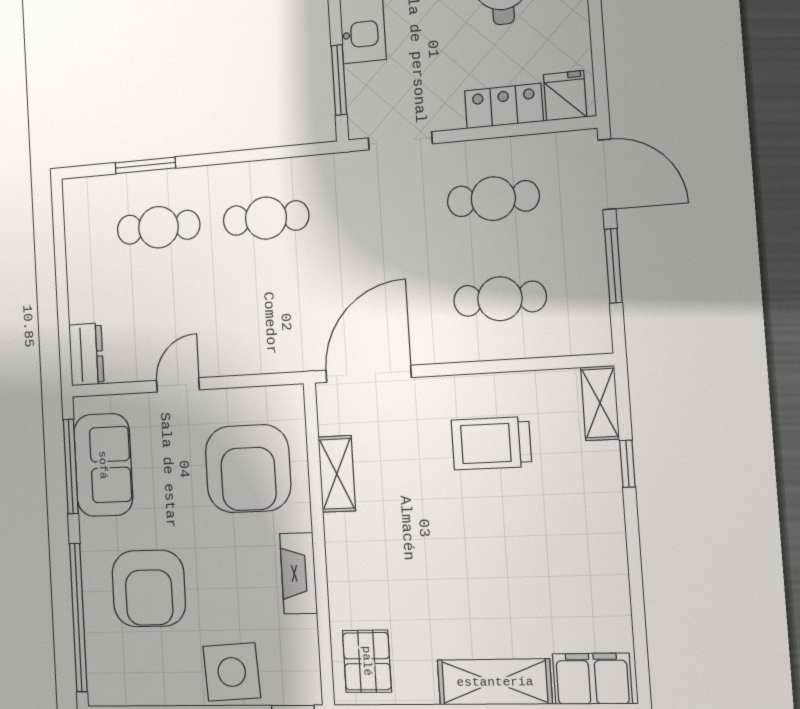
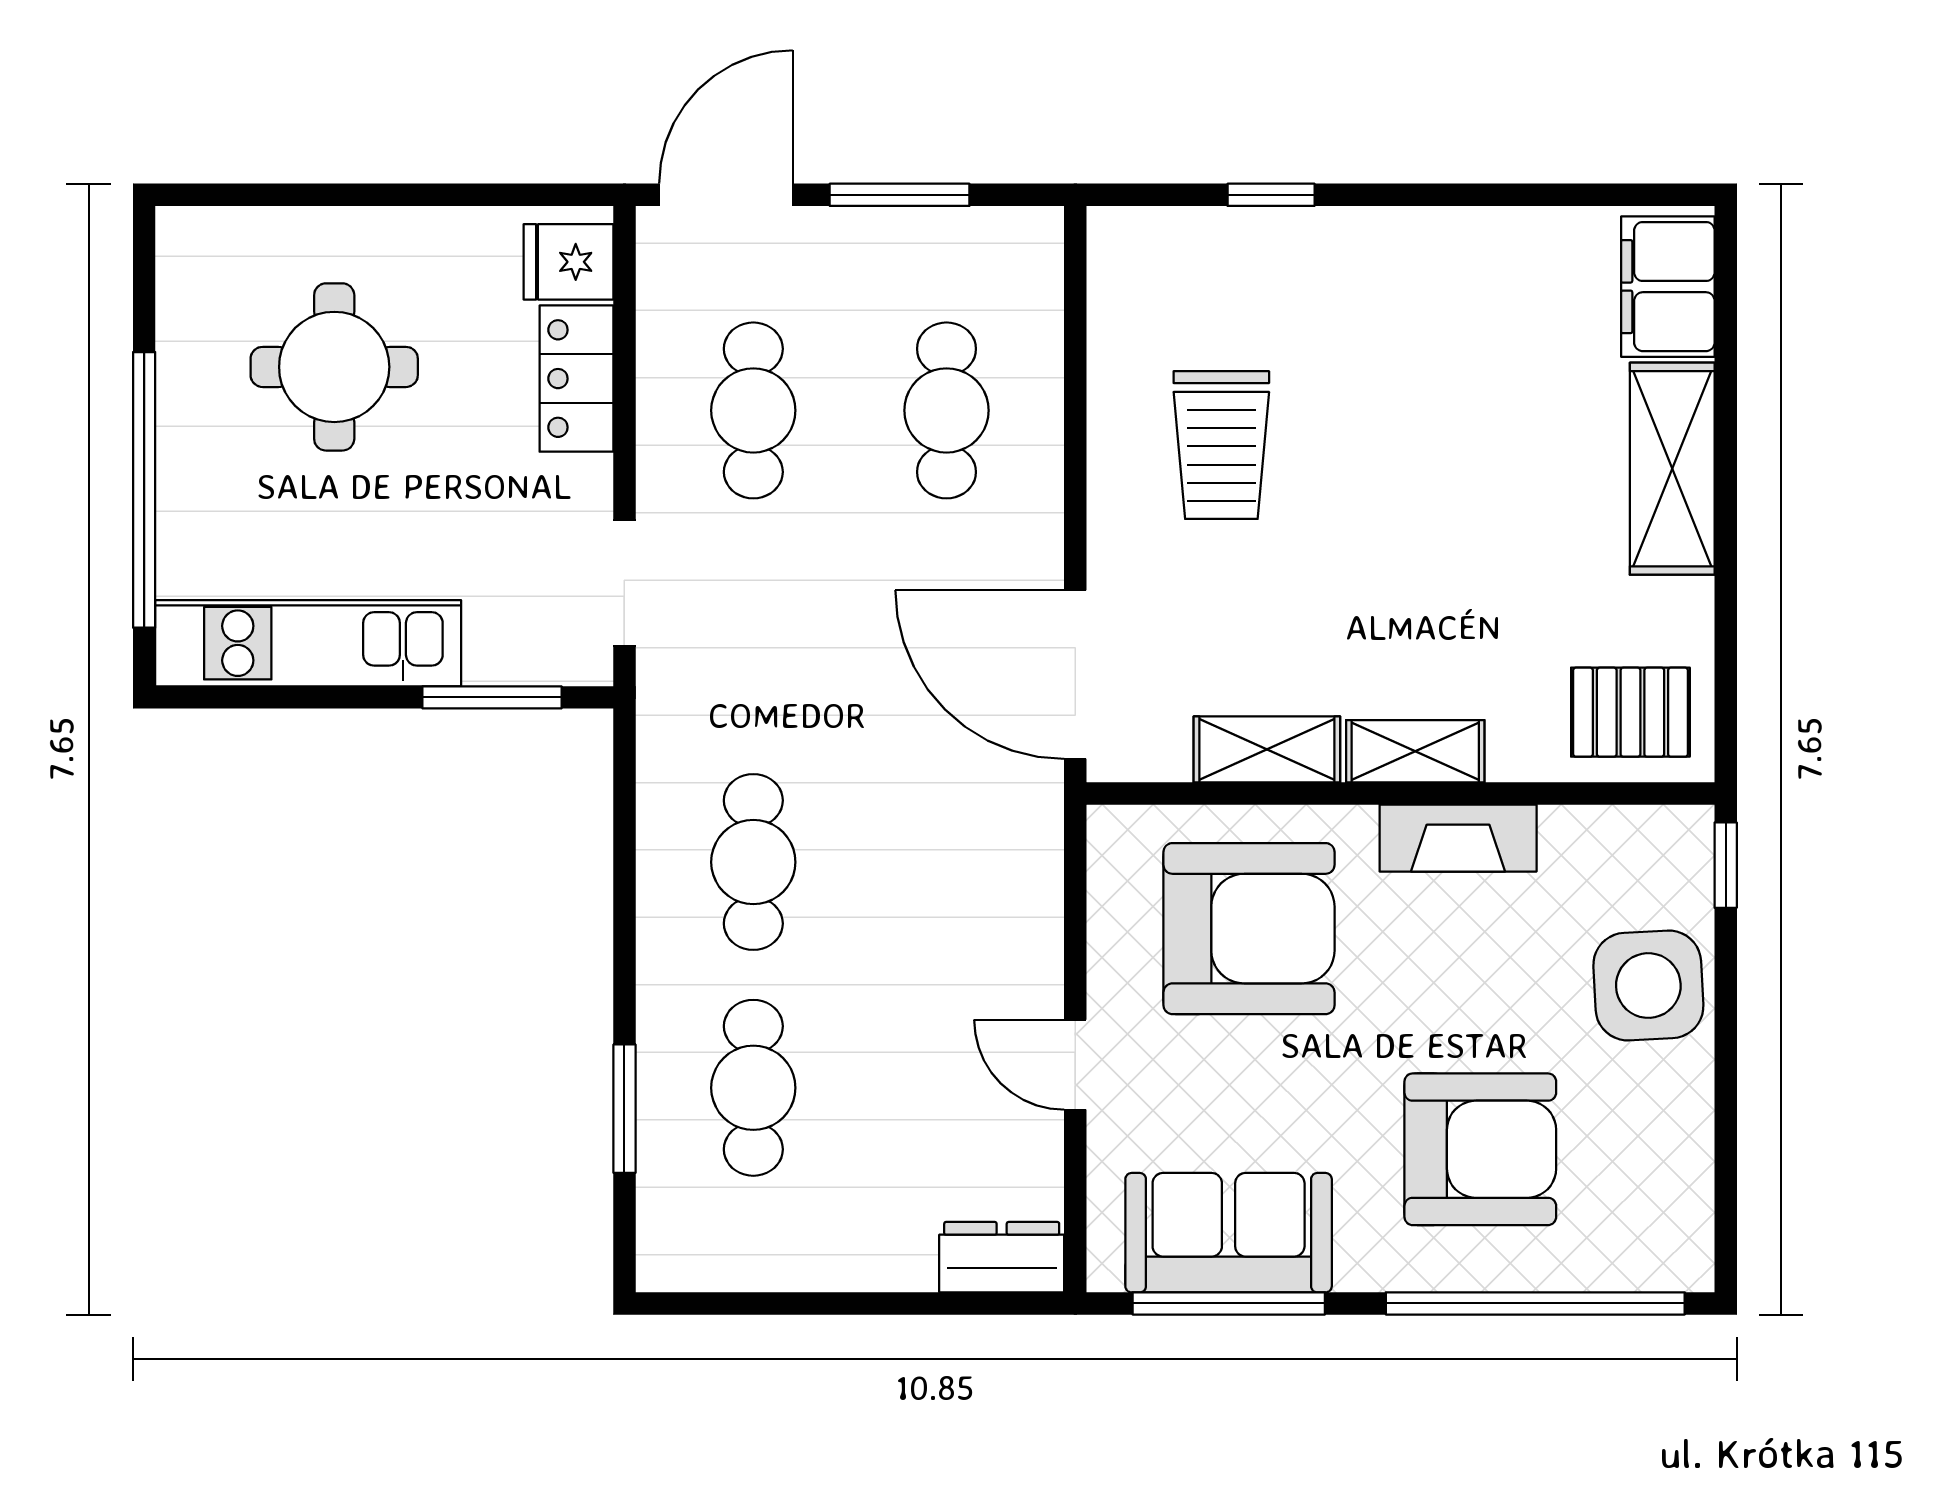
shelving: (600, 403) -> (1415, 751), moved

